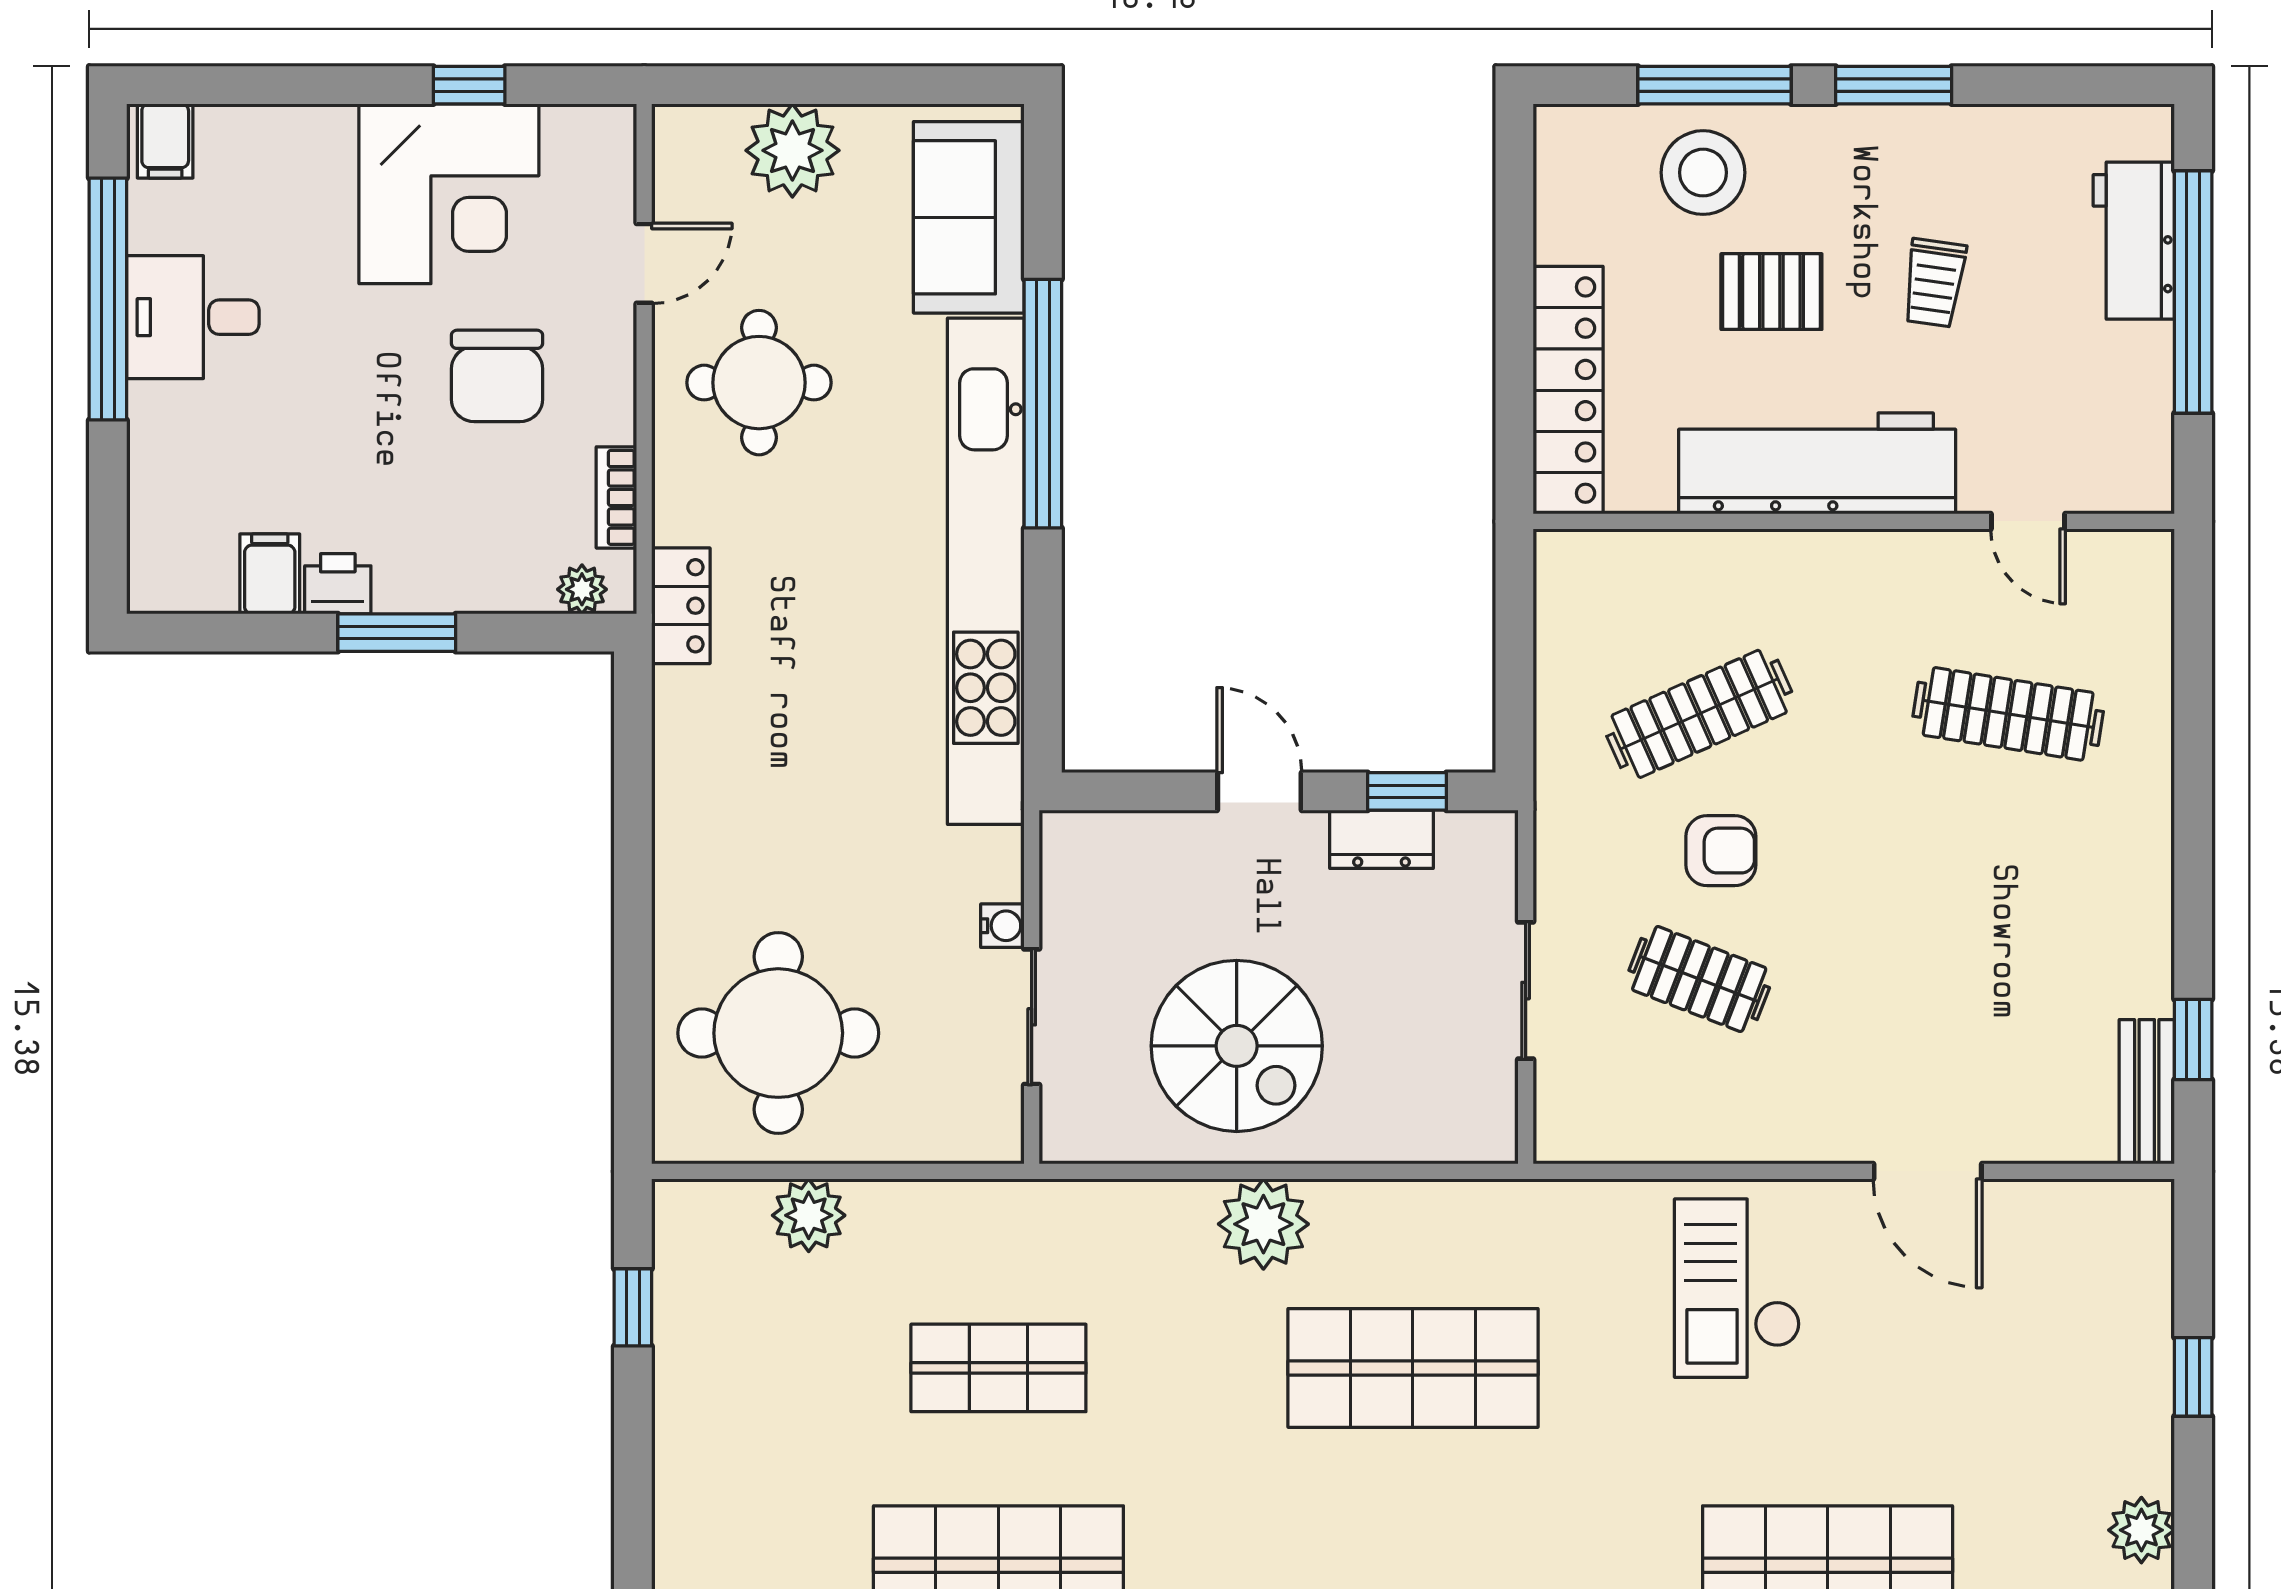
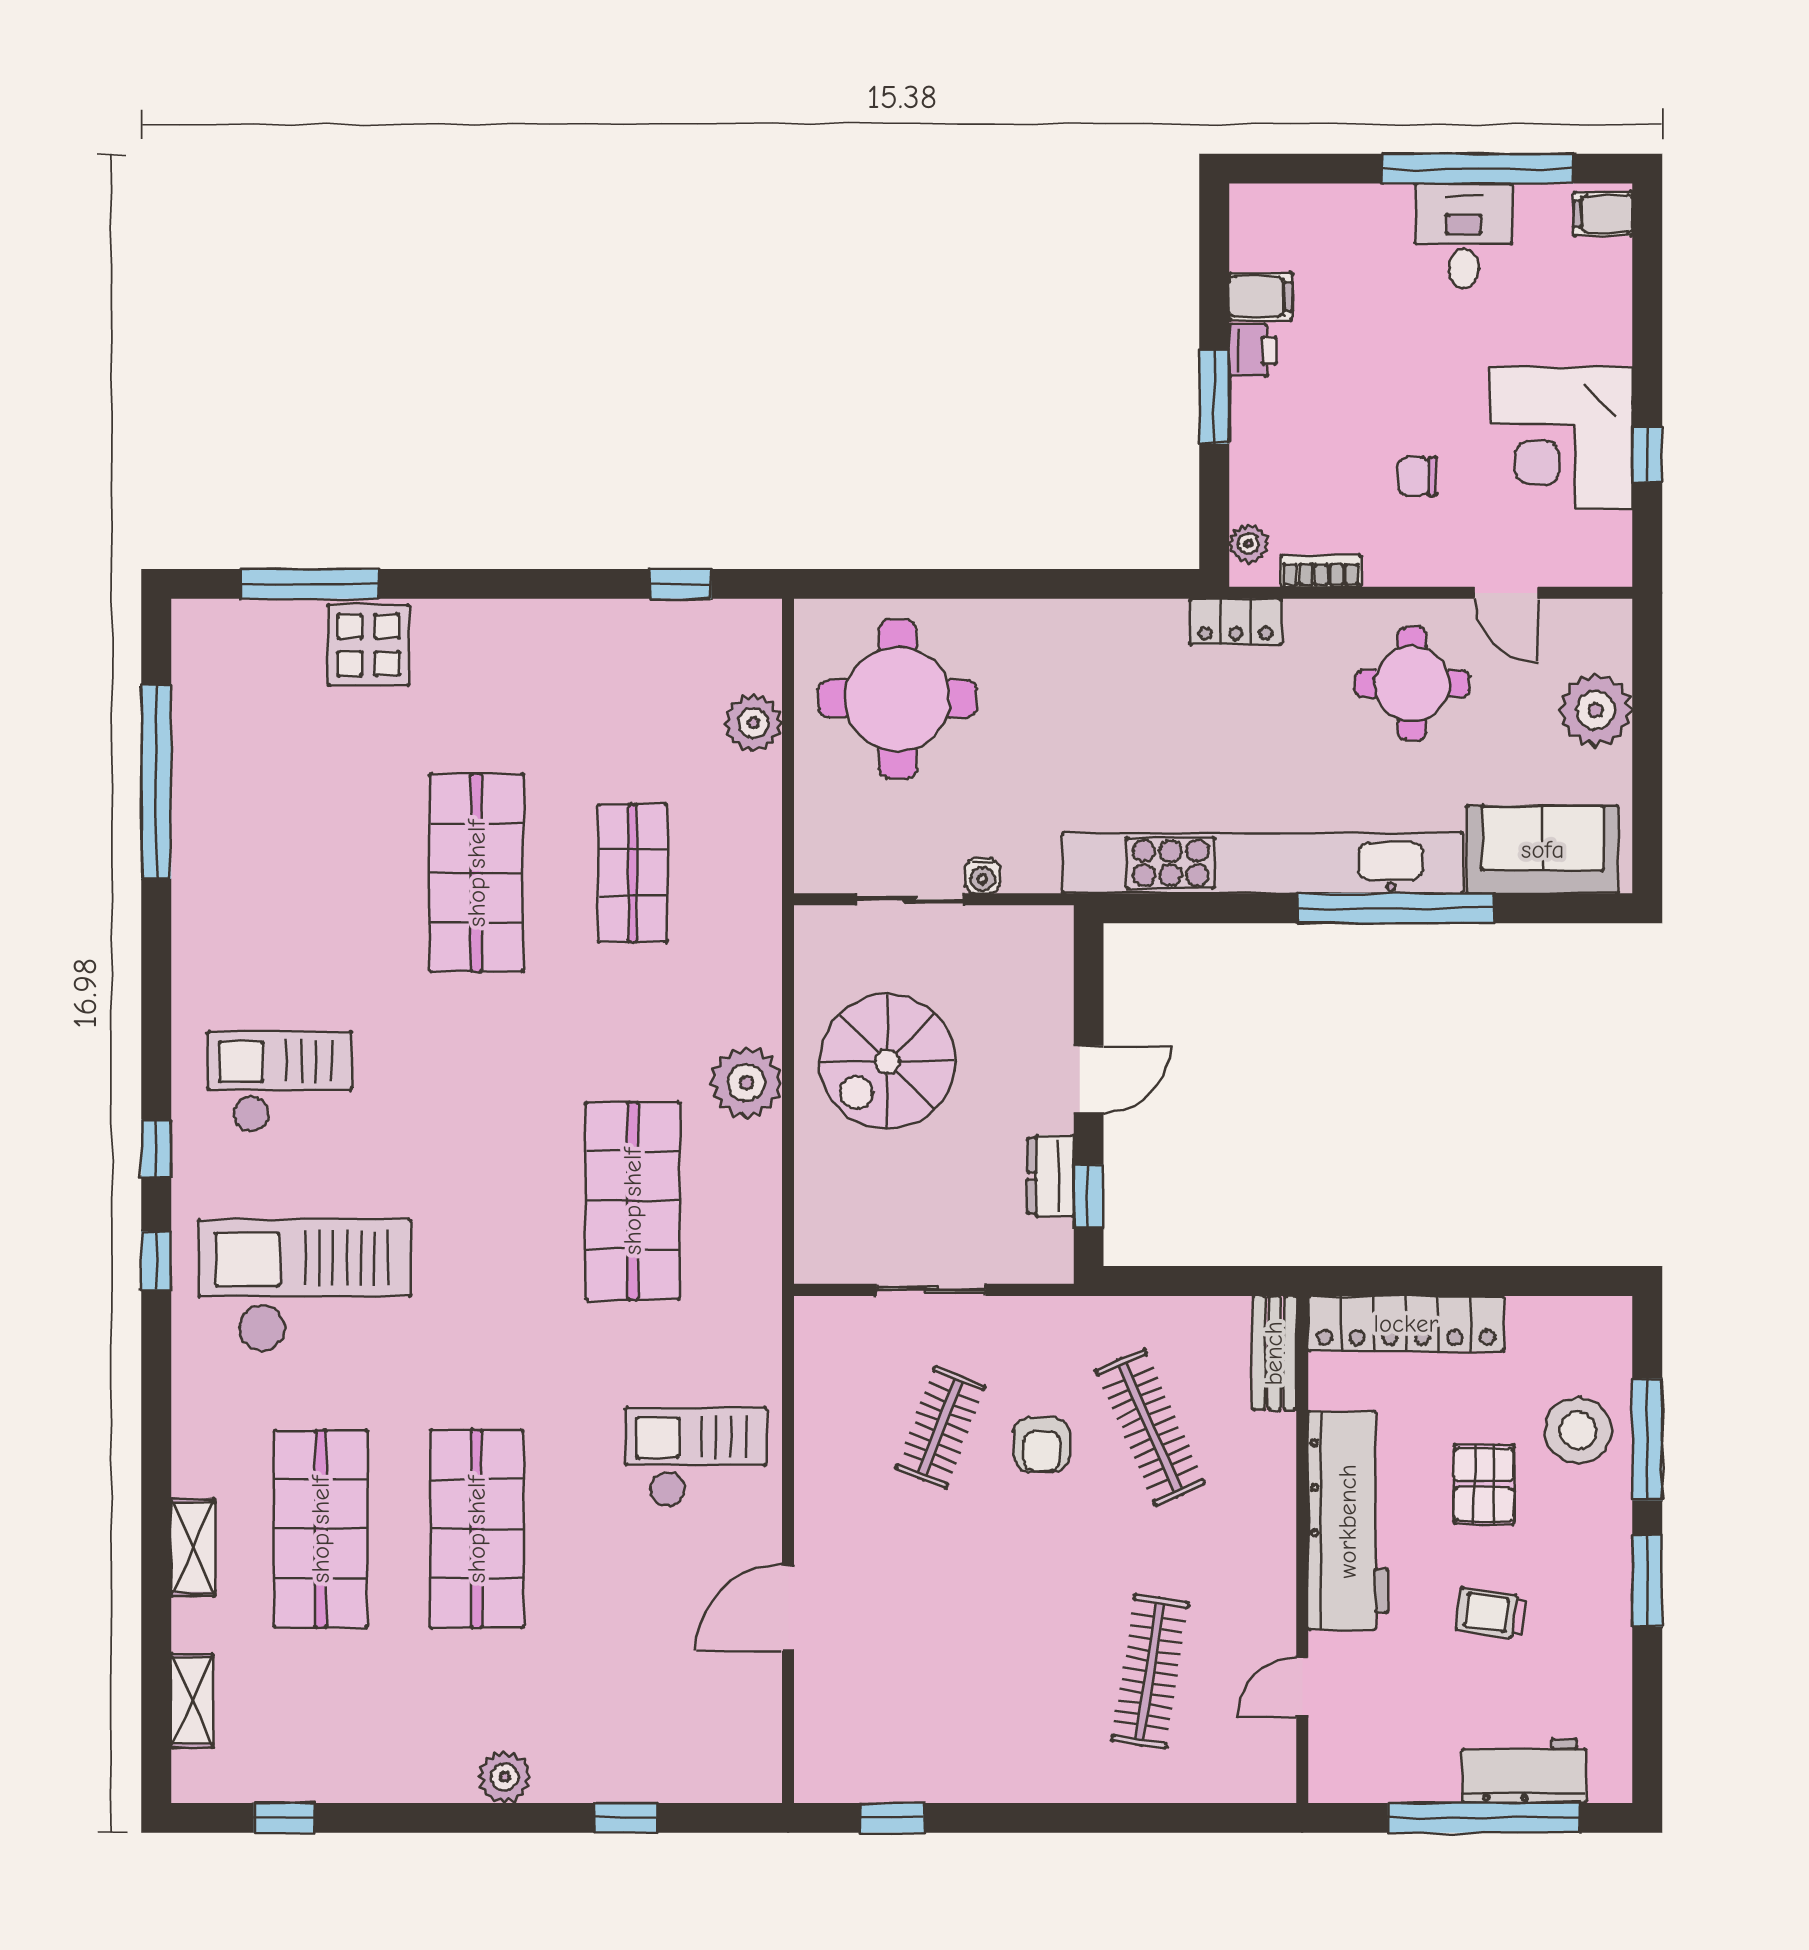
chair: (497, 376) -> (1417, 476), width x0.54, depth x0.54
bench: (2147, 1092) -> (1274, 1353), moved, turned 90

